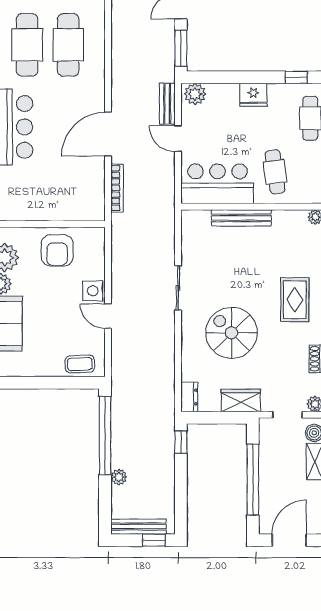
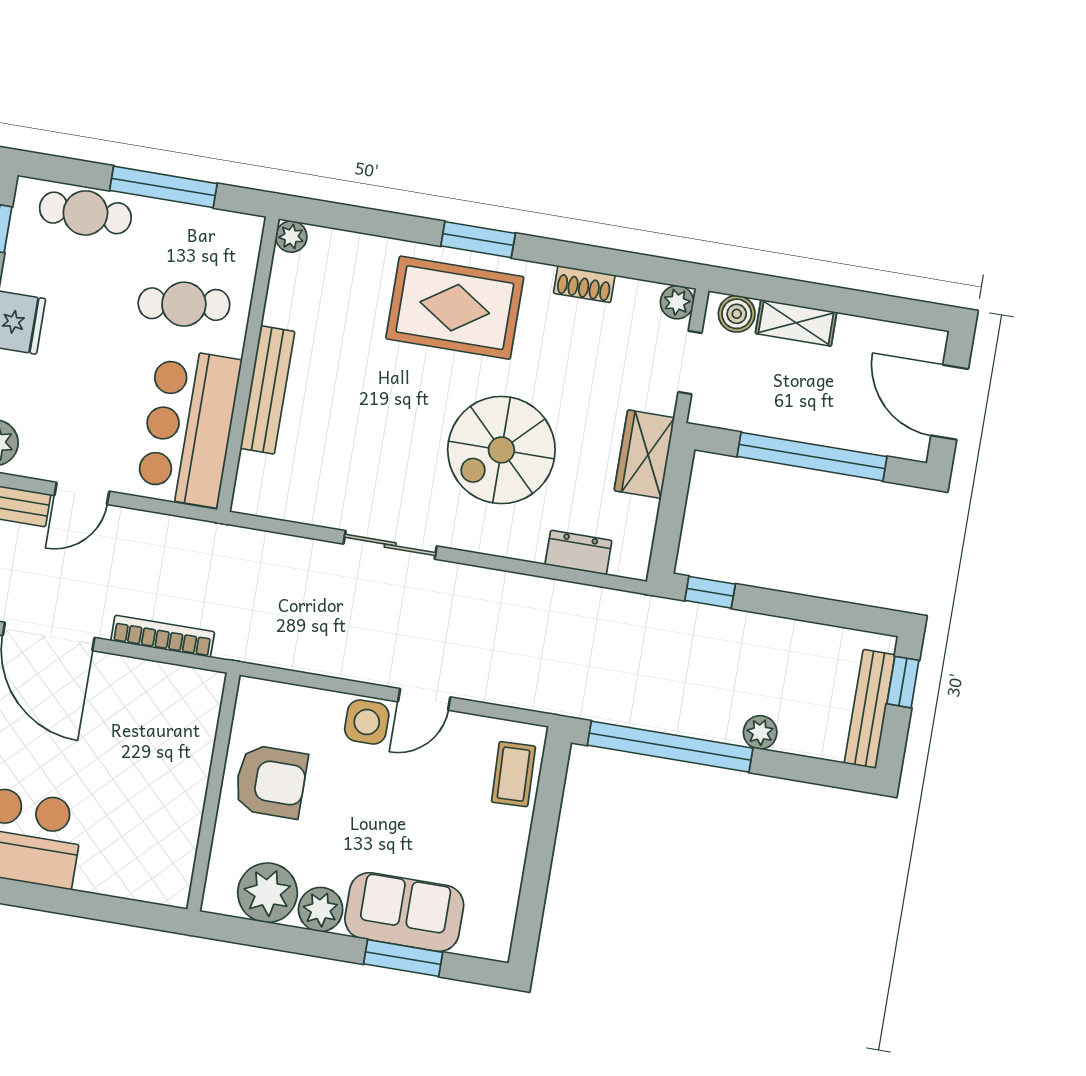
rug: (295, 300) -> (455, 308), width x1.36, depth x1.43
dresser: (189, 397) -> (578, 553), moved

